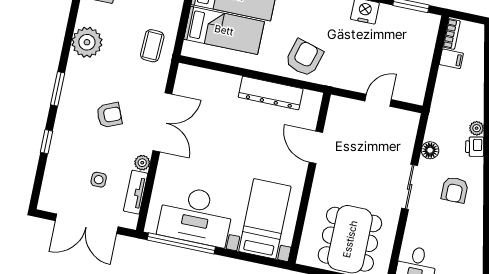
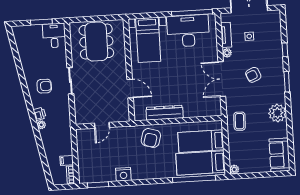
floor lamp: (430, 150) -> (64, 105), removed
armchair: (455, 190) -> (44, 86), turned 90

